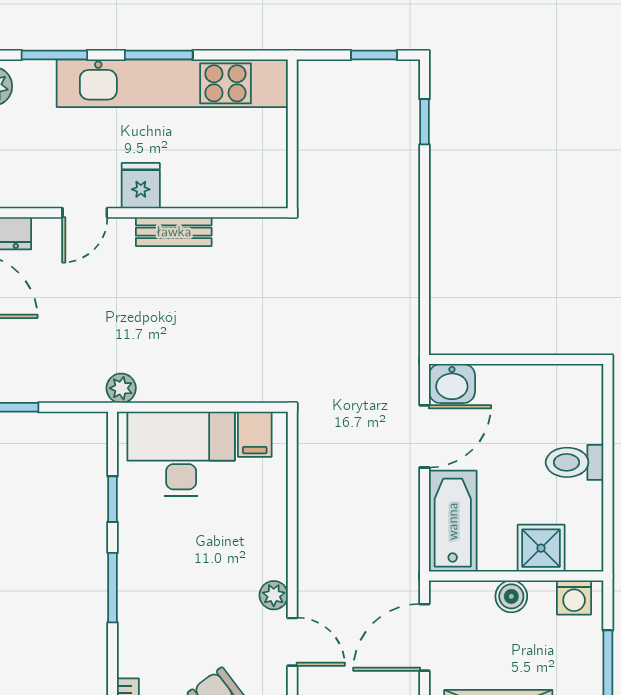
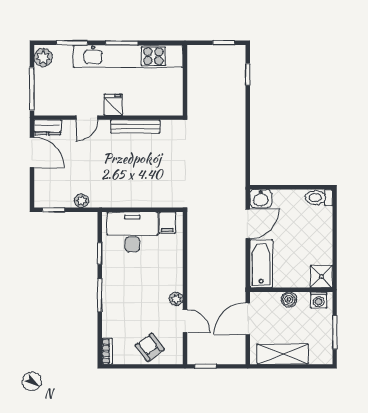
bench: (174, 232) -> (135, 127), width x1.36
plant: (121, 388) -> (82, 201), moved
toilet: (575, 462) -> (319, 198), moved
shower: (541, 548) -> (321, 277), moved

